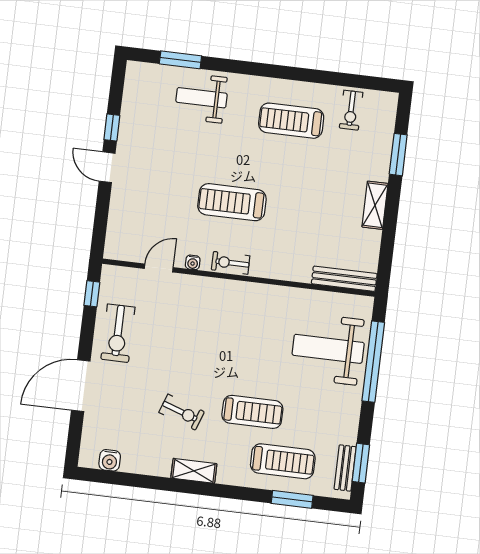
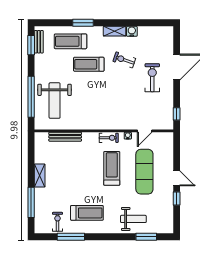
window: (328, 78) -> (71, 237), added
window: (398, 155) -> (31, 202), width x1.44
exercise mat: (169, 188) -> (144, 172), added
treadmill: (232, 202) -> (112, 168), turned -90
bench: (344, 279) -> (65, 137), moved
exercise bike: (118, 333) -> (152, 78), moved
weight bench: (328, 349) -> (55, 101), turned 90
water cooler: (110, 460) -> (132, 31), moved
window: (292, 499) -> (83, 23), moved

